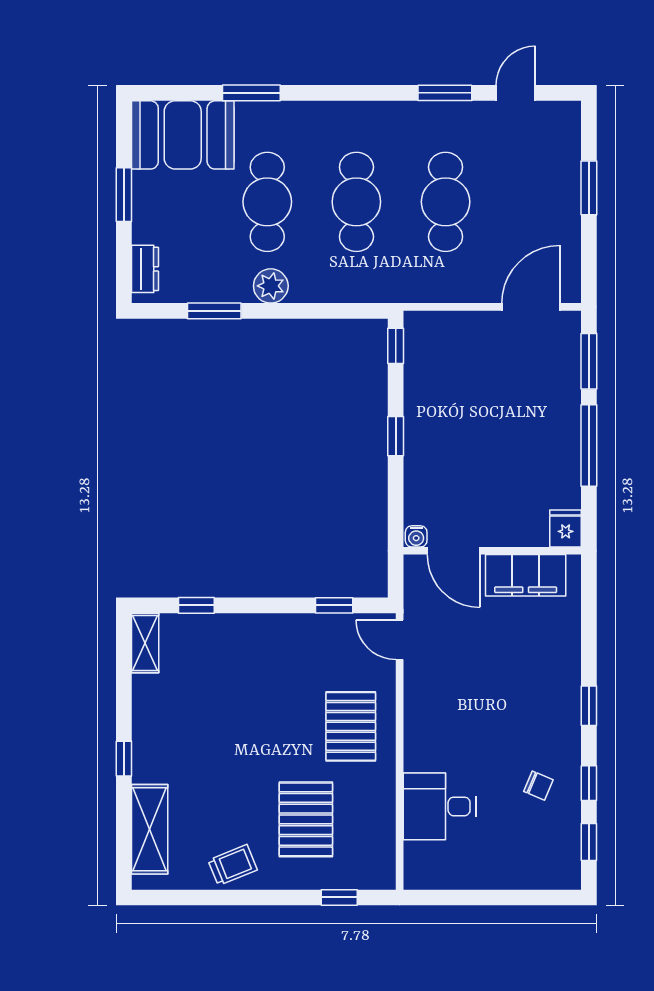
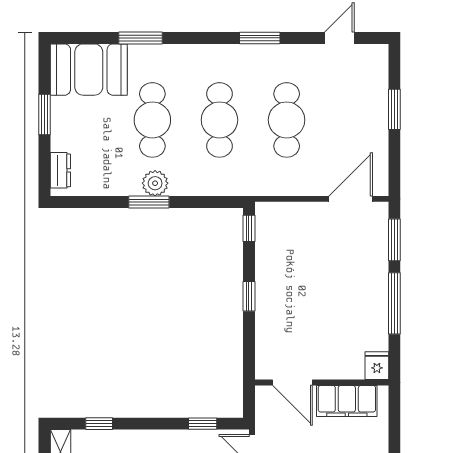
window: (445, 93) -> (260, 38), moved
window: (214, 311) -> (149, 202), moved
water cooler: (416, 536) -> (264, 372), removed

